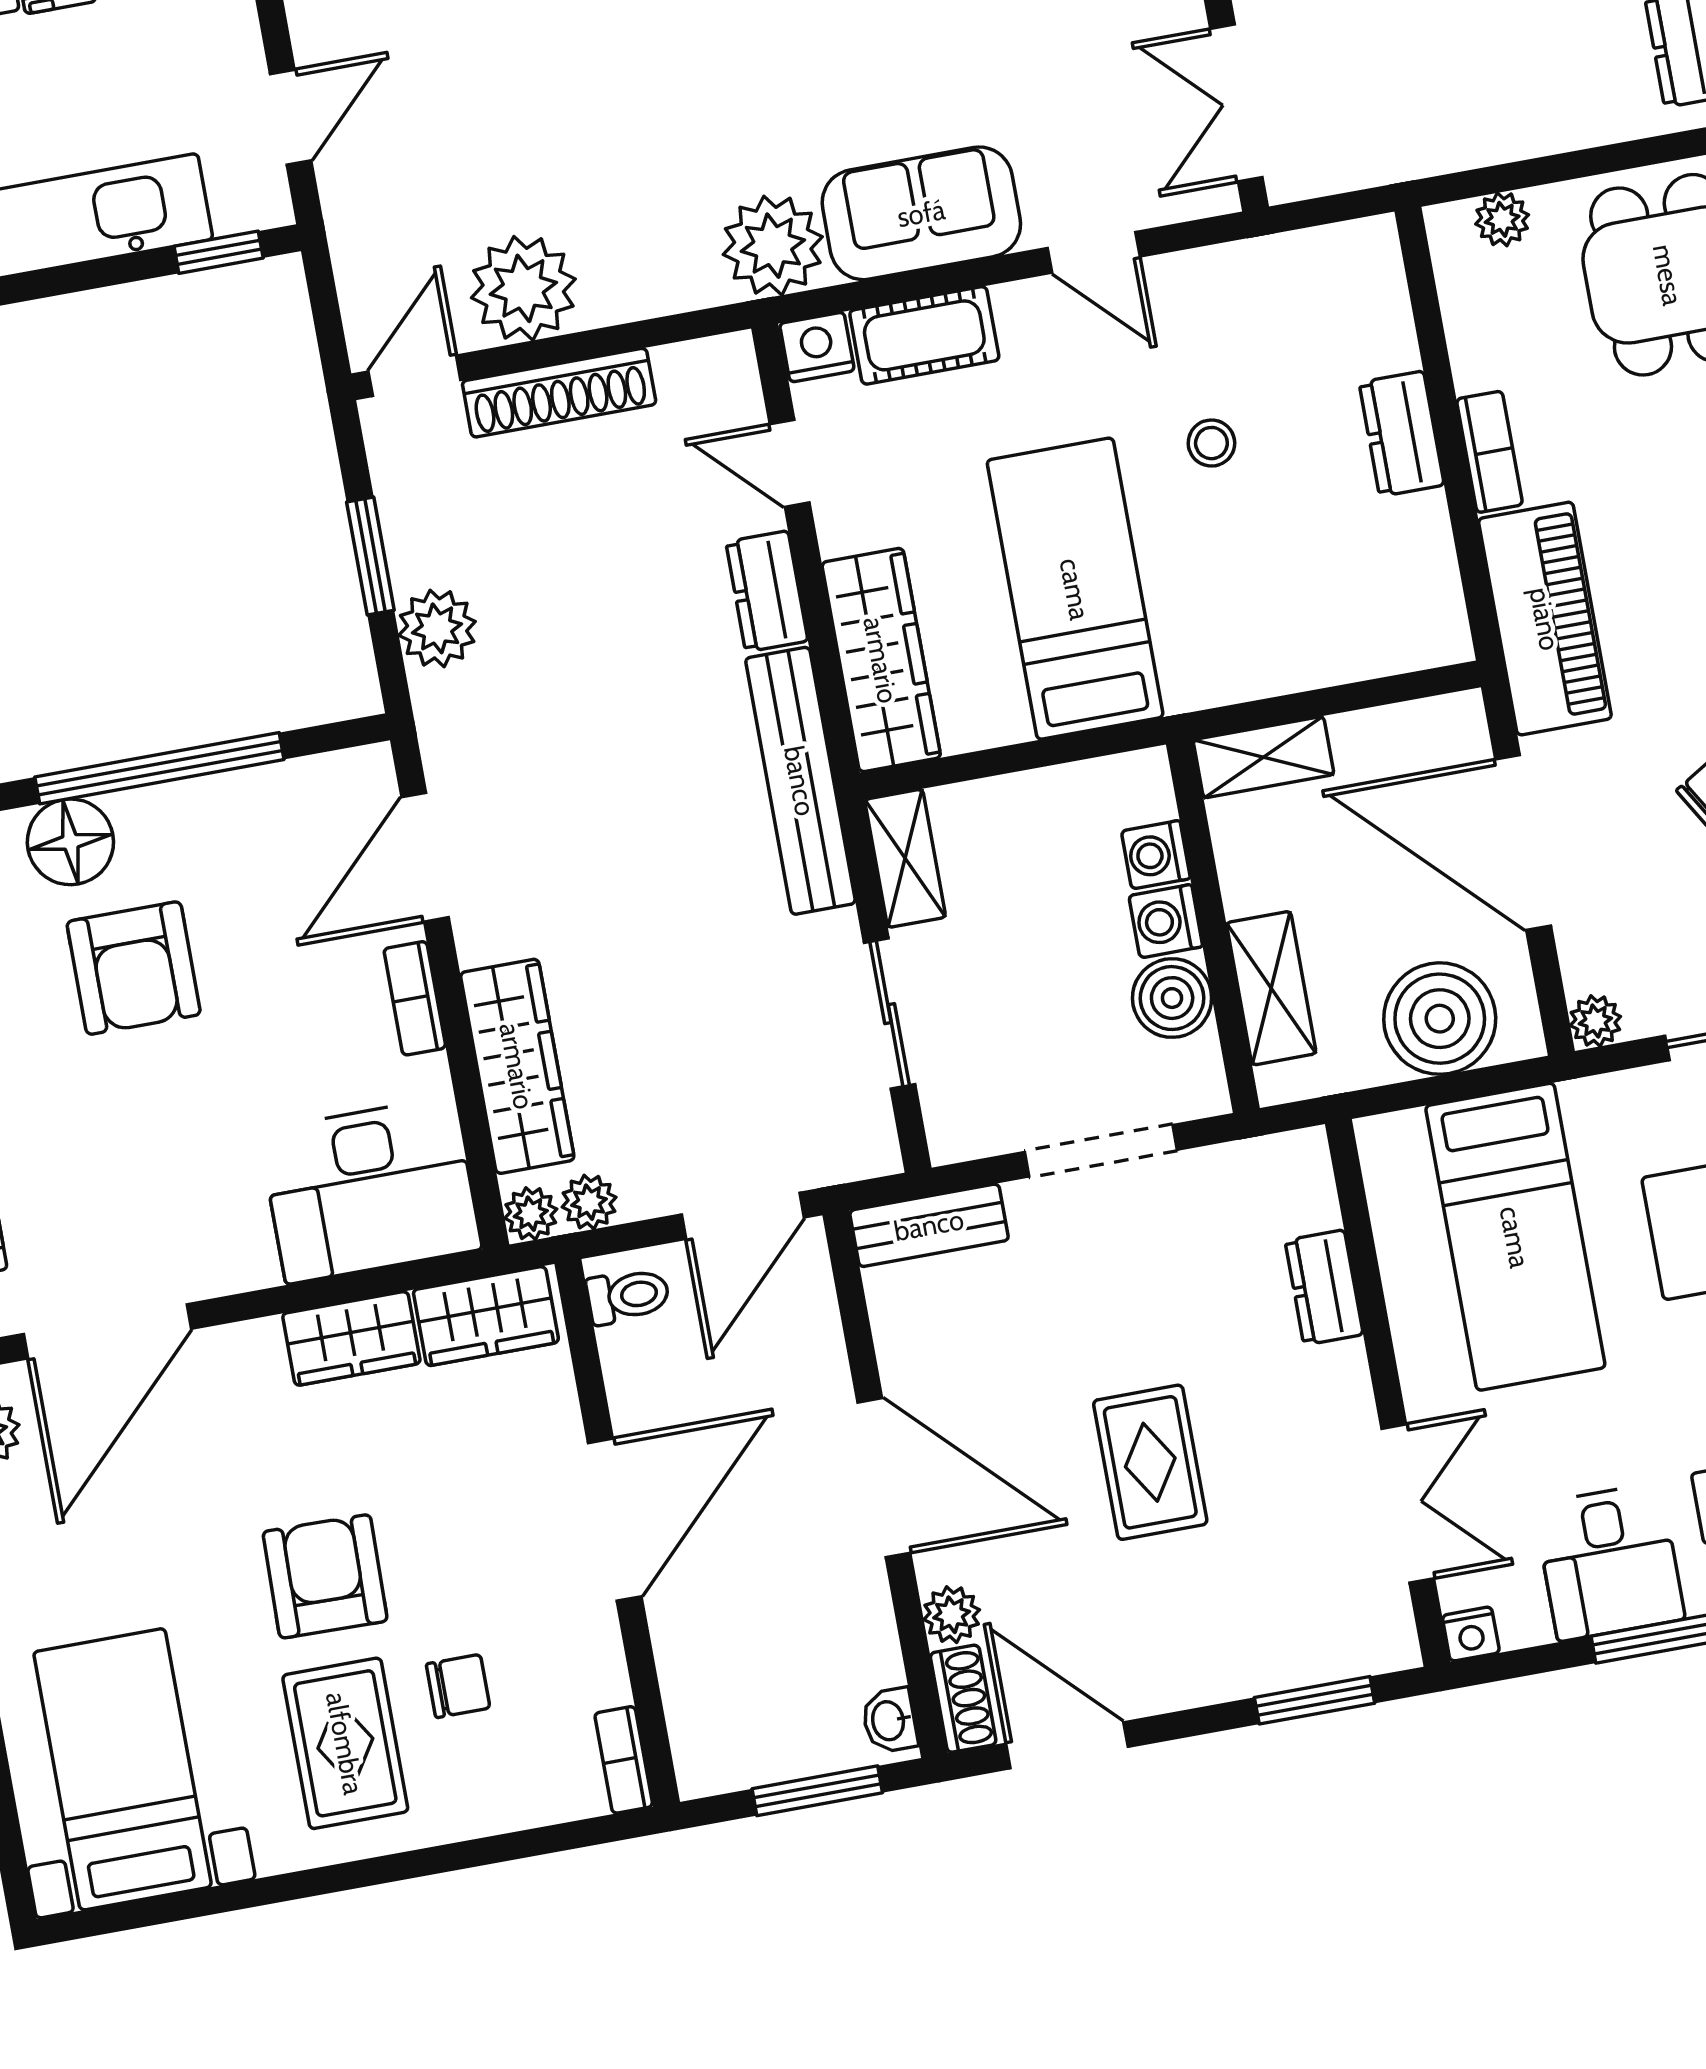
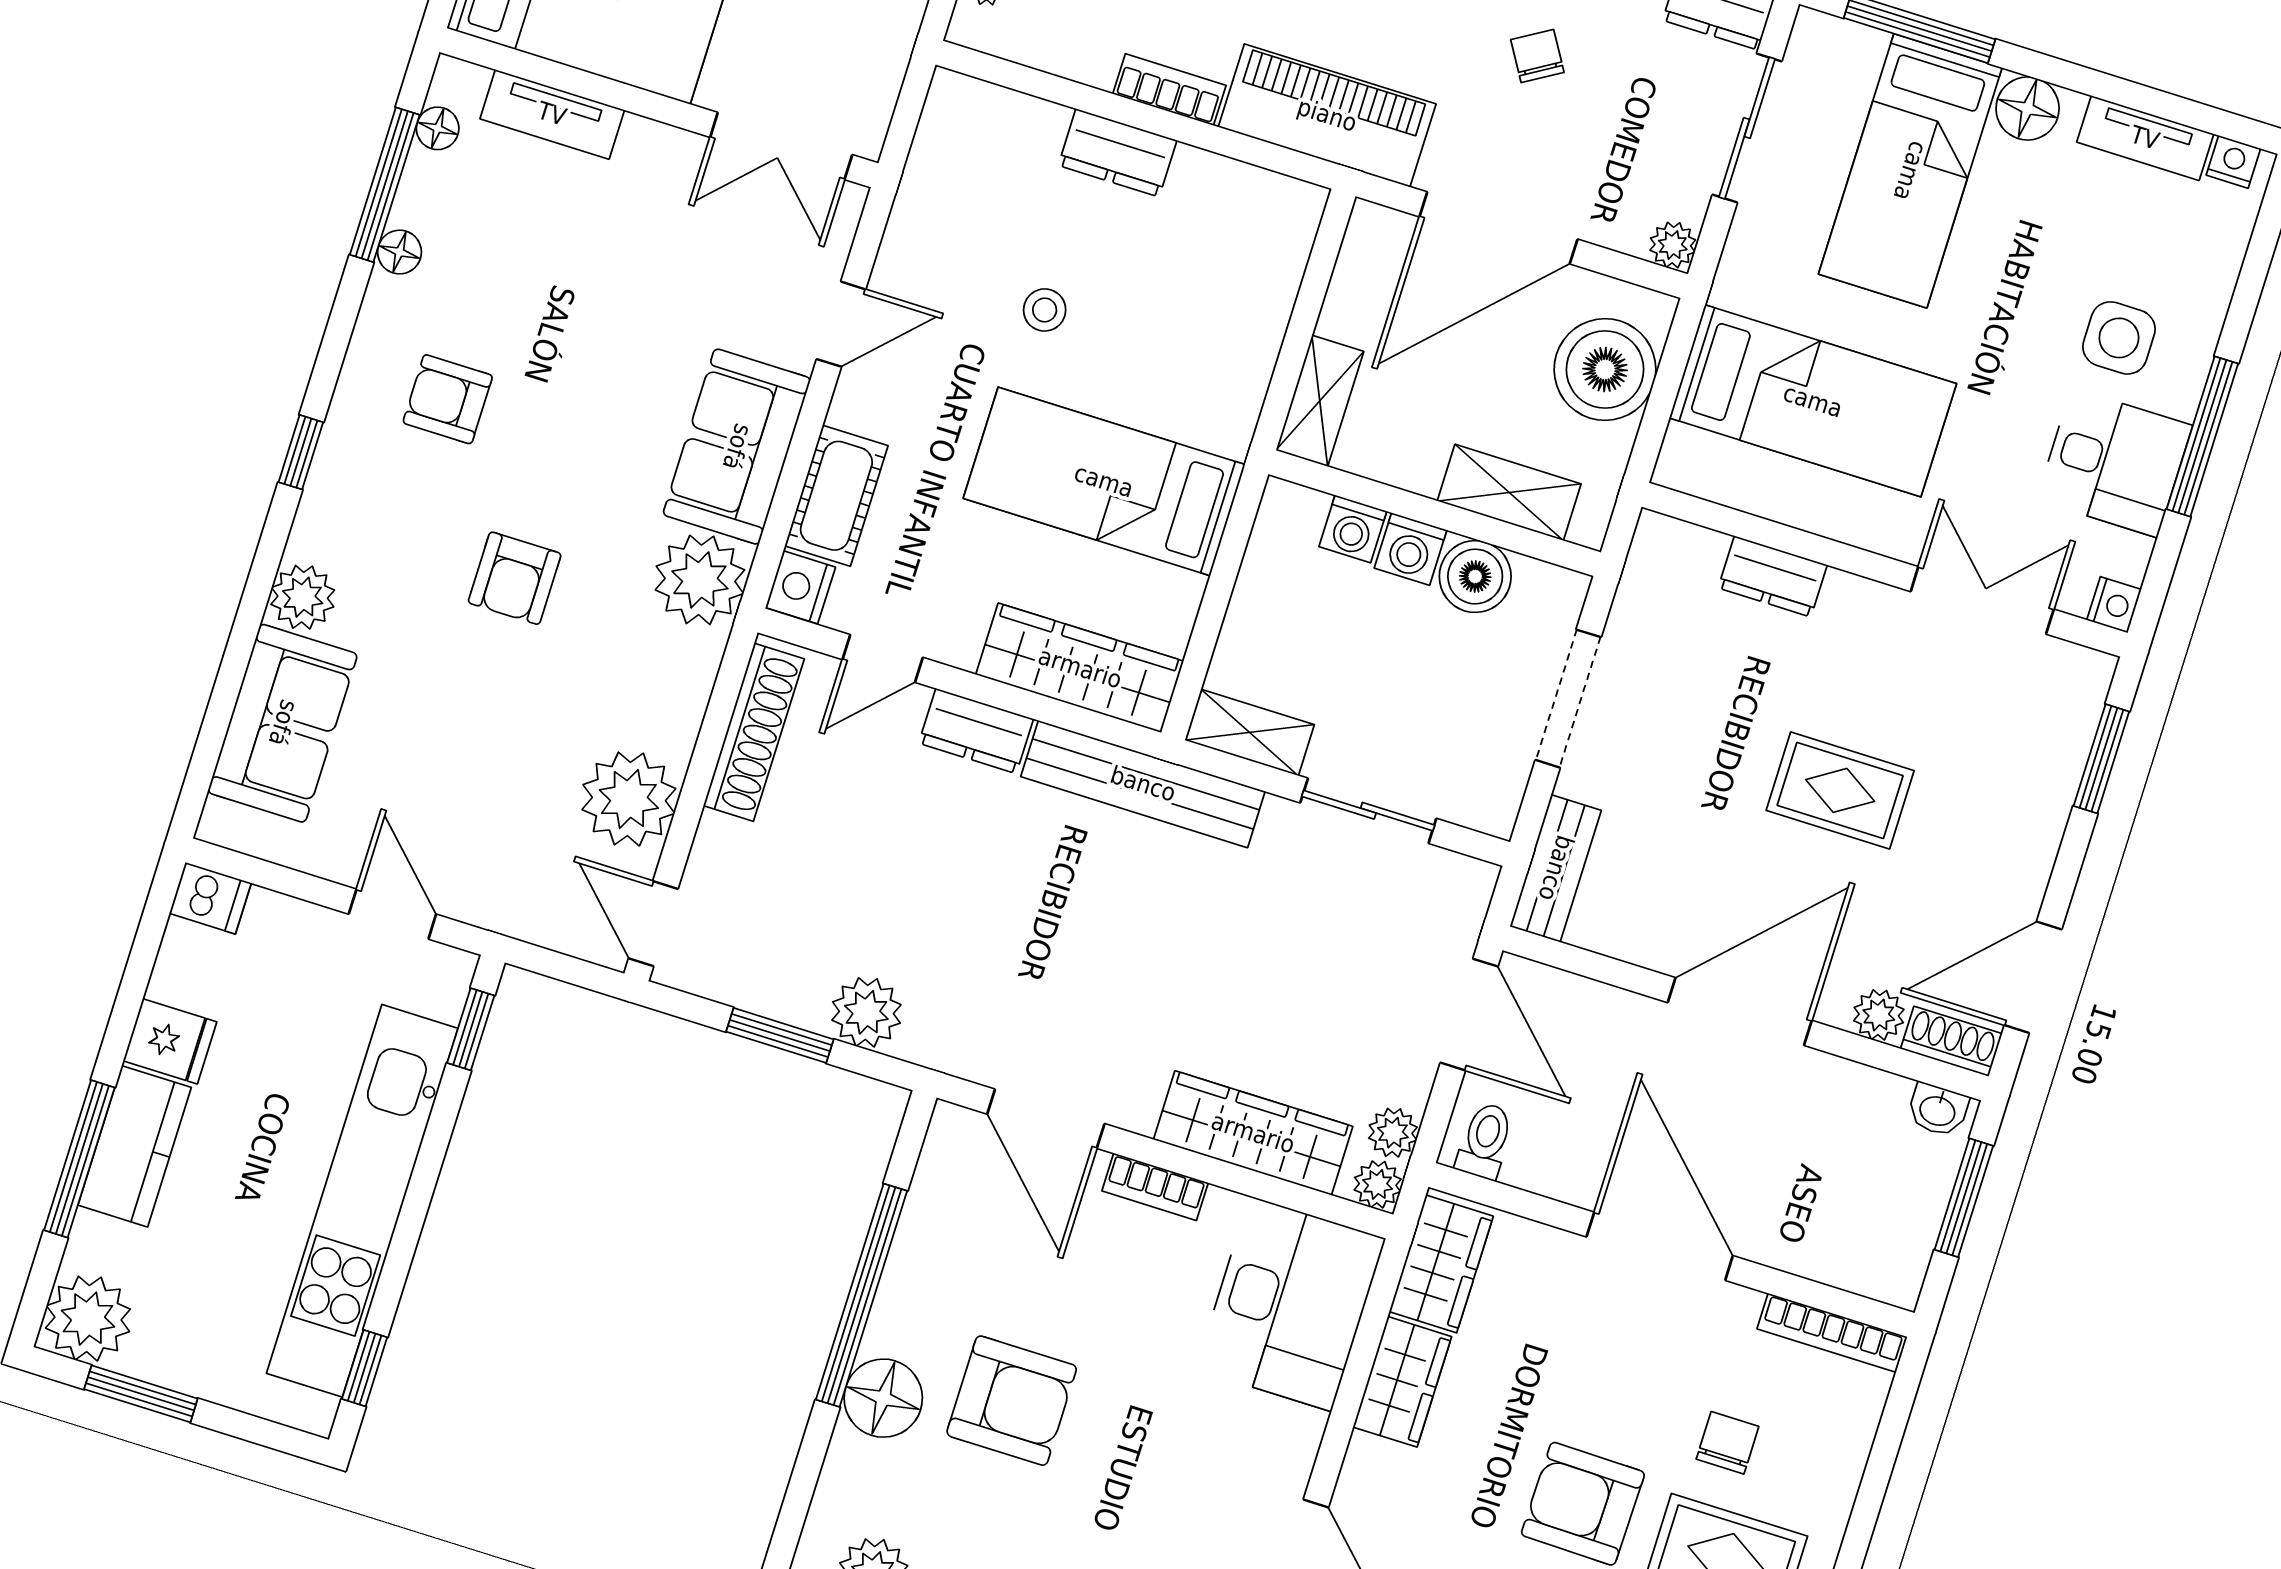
armchair: (680, 64) -> (515, 578), added
shoe rack: (559, 393) -> (754, 732), moved
bookcase: (624, 1760) -> (1832, 1333), width x1.56

